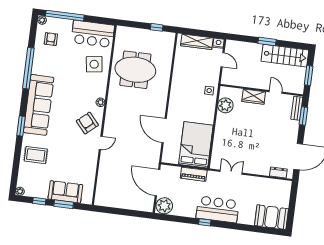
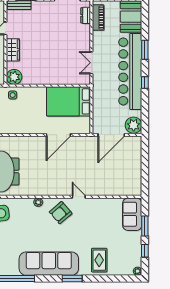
plant: (225, 105) -> (14, 77), moved
piano: (194, 174) -> (98, 18), moved
sofa: (65, 192) -> (132, 214), moved
bar counter: (218, 209) -> (130, 71), width x1.86
window: (237, 226) -> (145, 50), added

